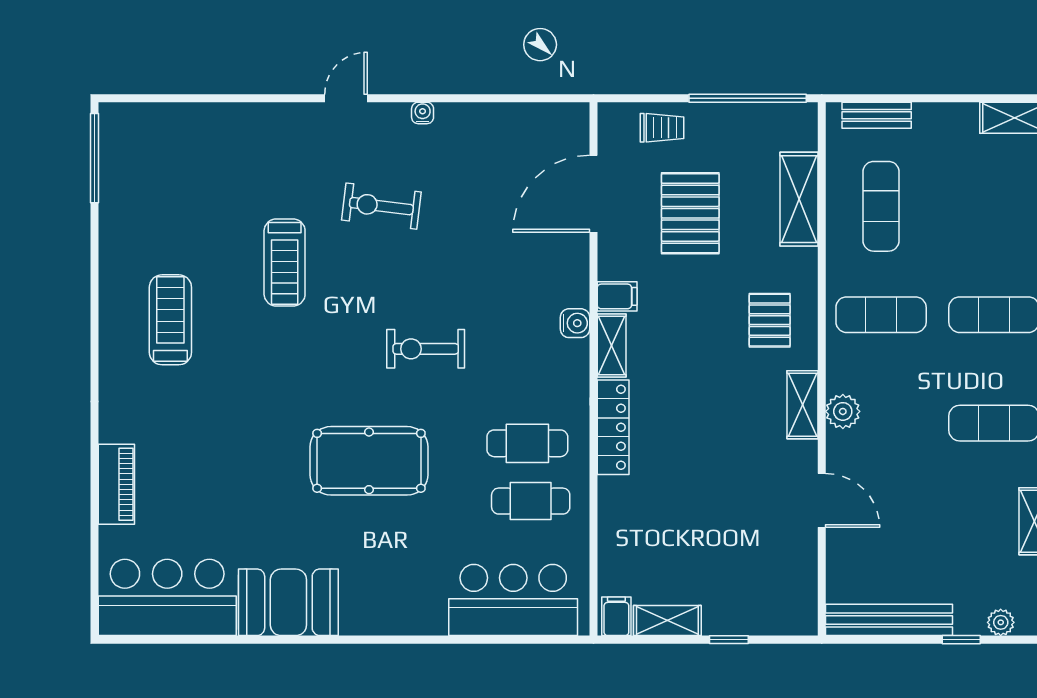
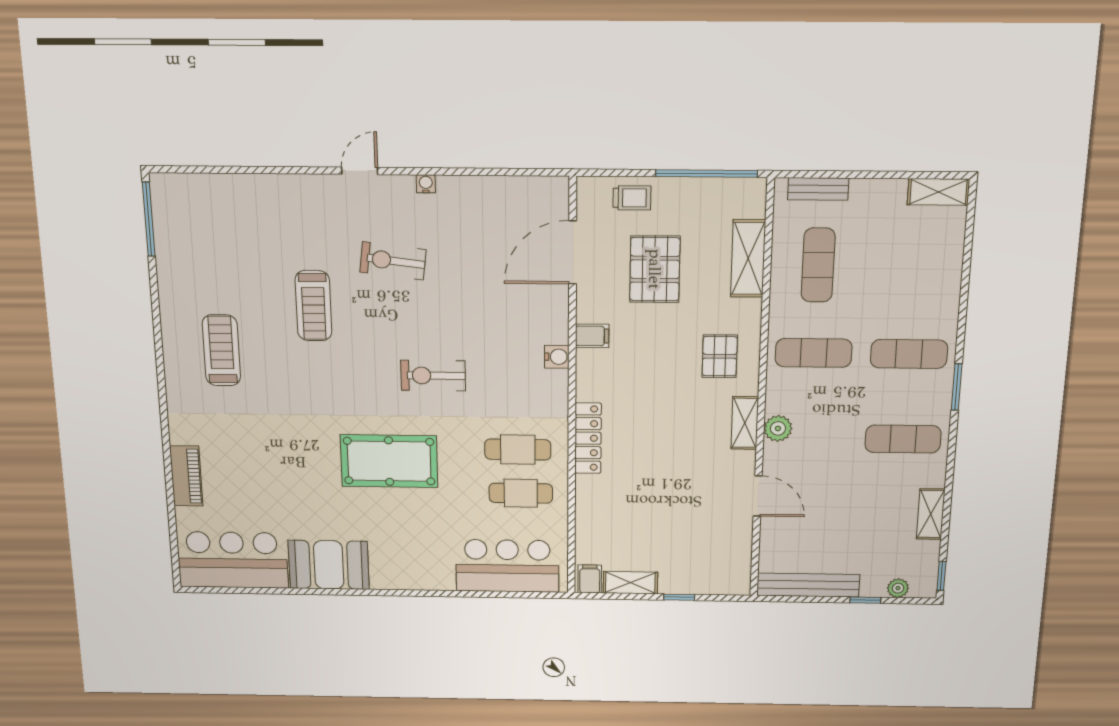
shelving: (612, 345) -> (587, 375), removed

